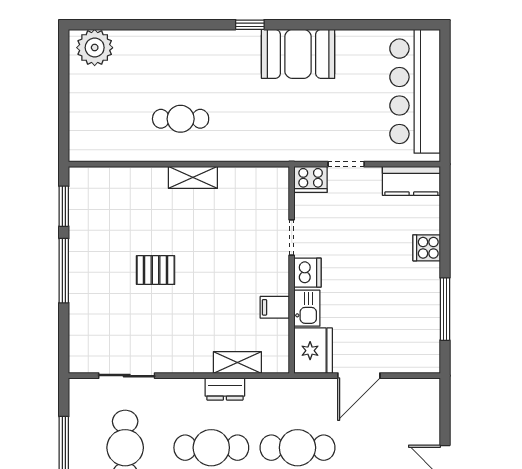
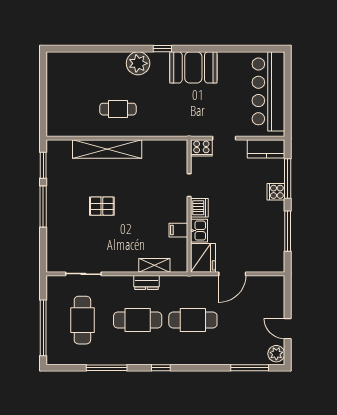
plant: (95, 48) -> (138, 63), moved
shelving: (193, 177) -> (107, 149), width x2.20, depth x1.33
window: (445, 227) -> (288, 179), added

